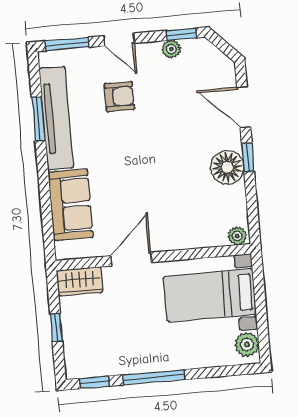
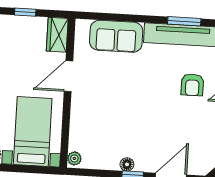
floor lamp: (227, 167) -> (127, 164), width x0.53, depth x0.53
door: (131, 259) -> (68, 76), swing flipped

